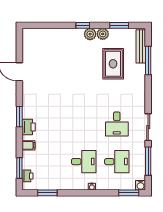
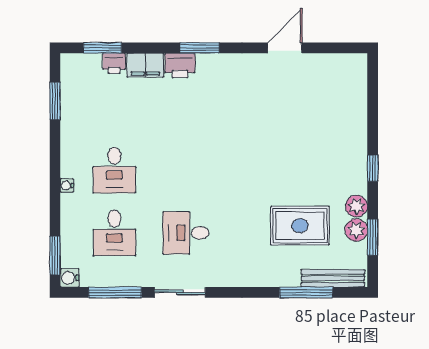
plant: (90, 34) -> (356, 230), moved
filing cabinet: (28, 145) -> (145, 65), width x2.00
printer: (27, 176) -> (114, 63), moved

